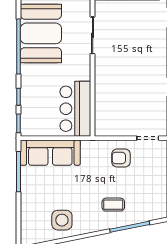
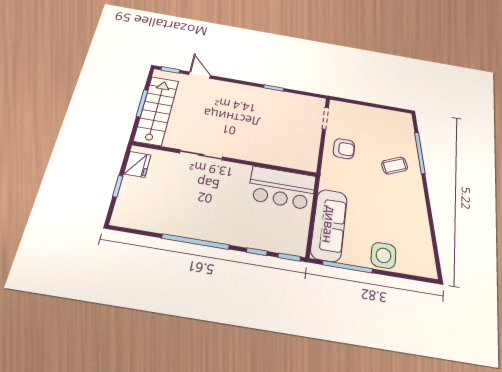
booth: (41, 33) -> (186, 212), removed
armchair: (121, 158) -> (344, 149), turned -90
coffee table: (113, 205) -> (395, 166), turned 68
side table: (62, 220) -> (383, 255), moved

